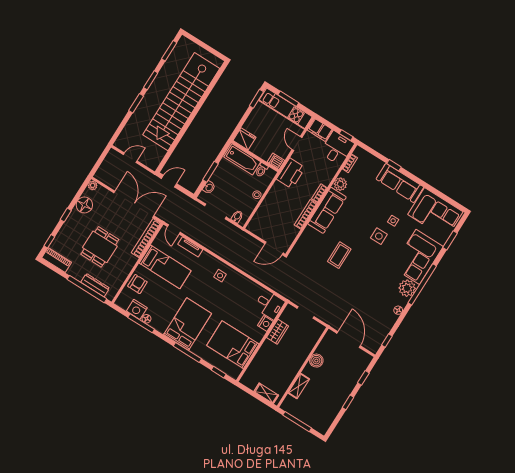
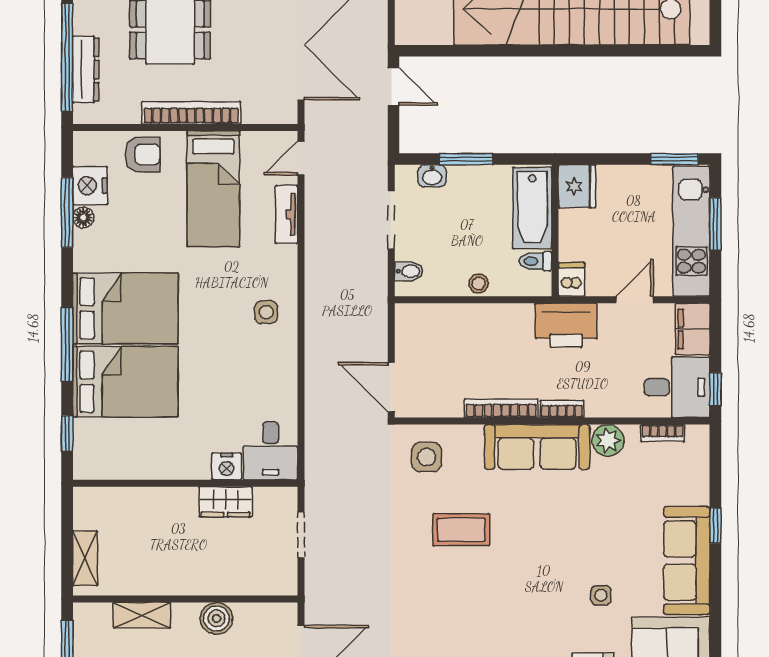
side table: (379, 236) -> (427, 457), moved
bookcase: (146, 238) -> (191, 113), moved
bed: (233, 345) -> (125, 382), moved, turned 90

